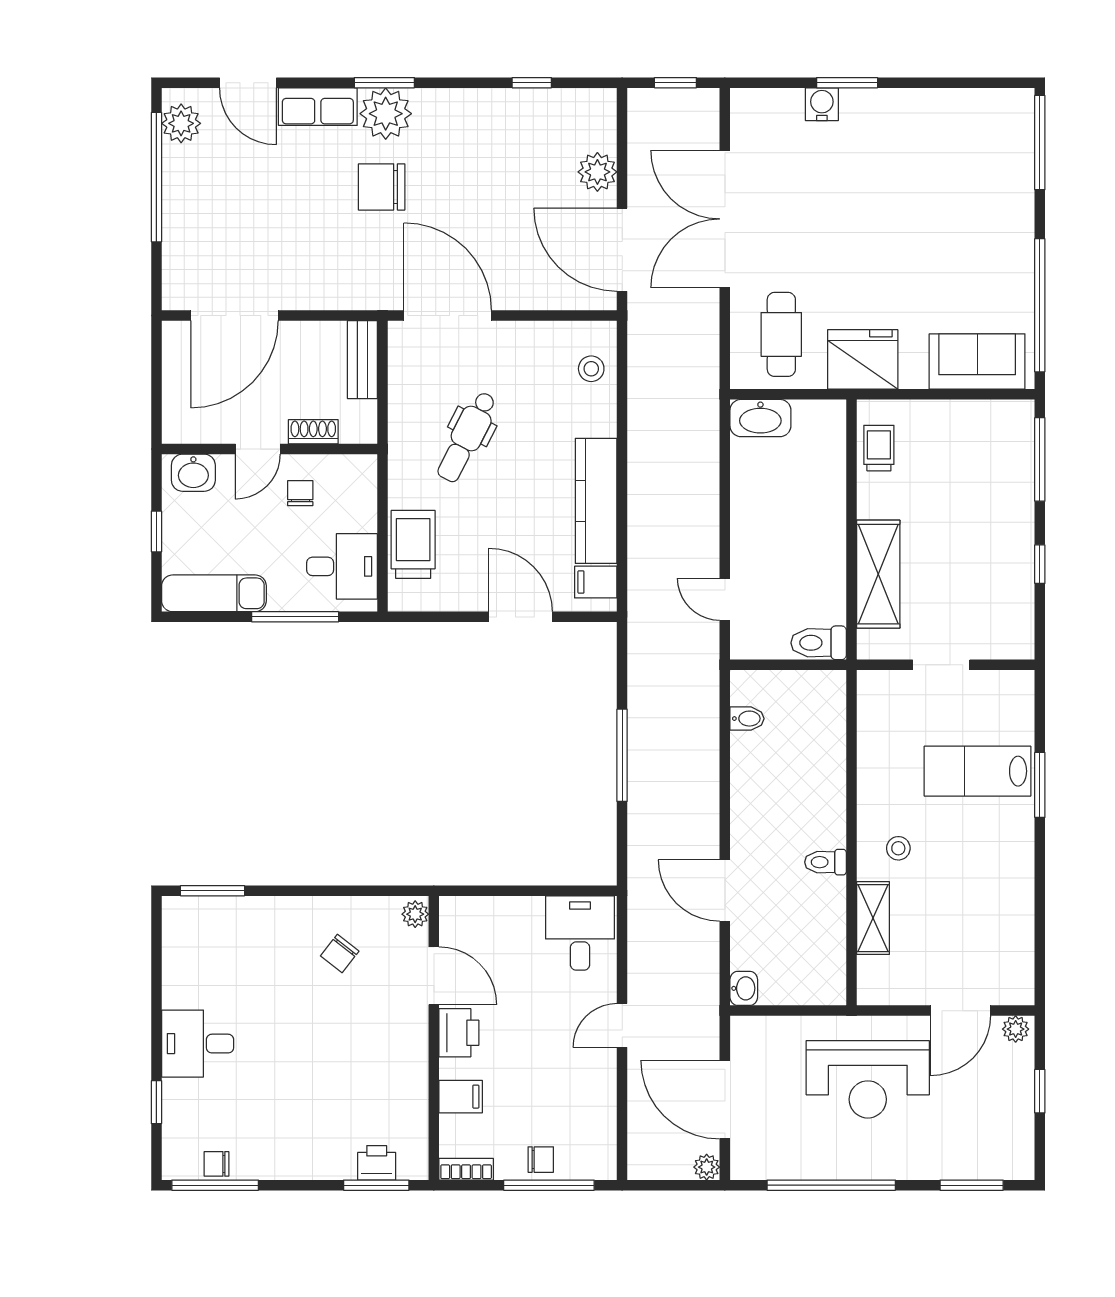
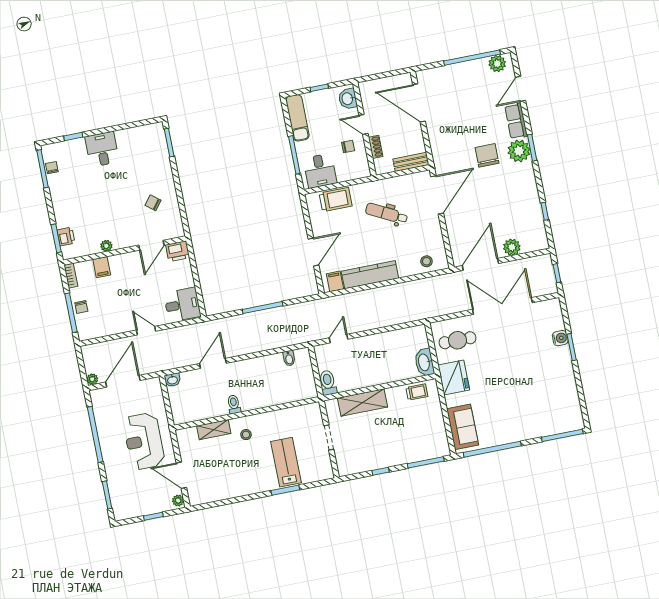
washbasin: (760, 418) -> (424, 362), moved
plant: (415, 914) -> (106, 246), moved
printer: (459, 1033) -> (178, 251), moved

